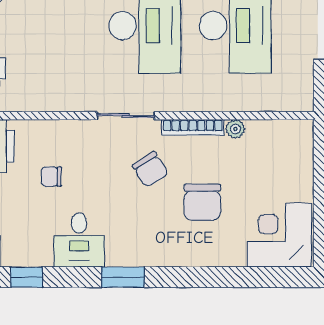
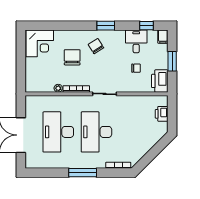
chair: (150, 169) -> (96, 46), moved
desk: (79, 240) -> (136, 41), moved

